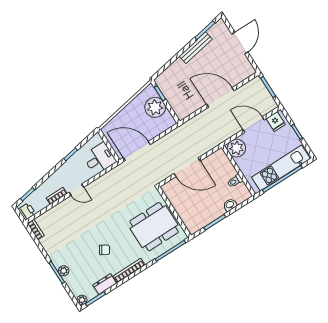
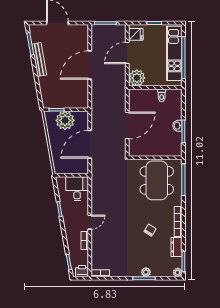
door: (137, 151) -> (90, 144), moved
washbasin: (230, 205) -> (177, 126), moved

